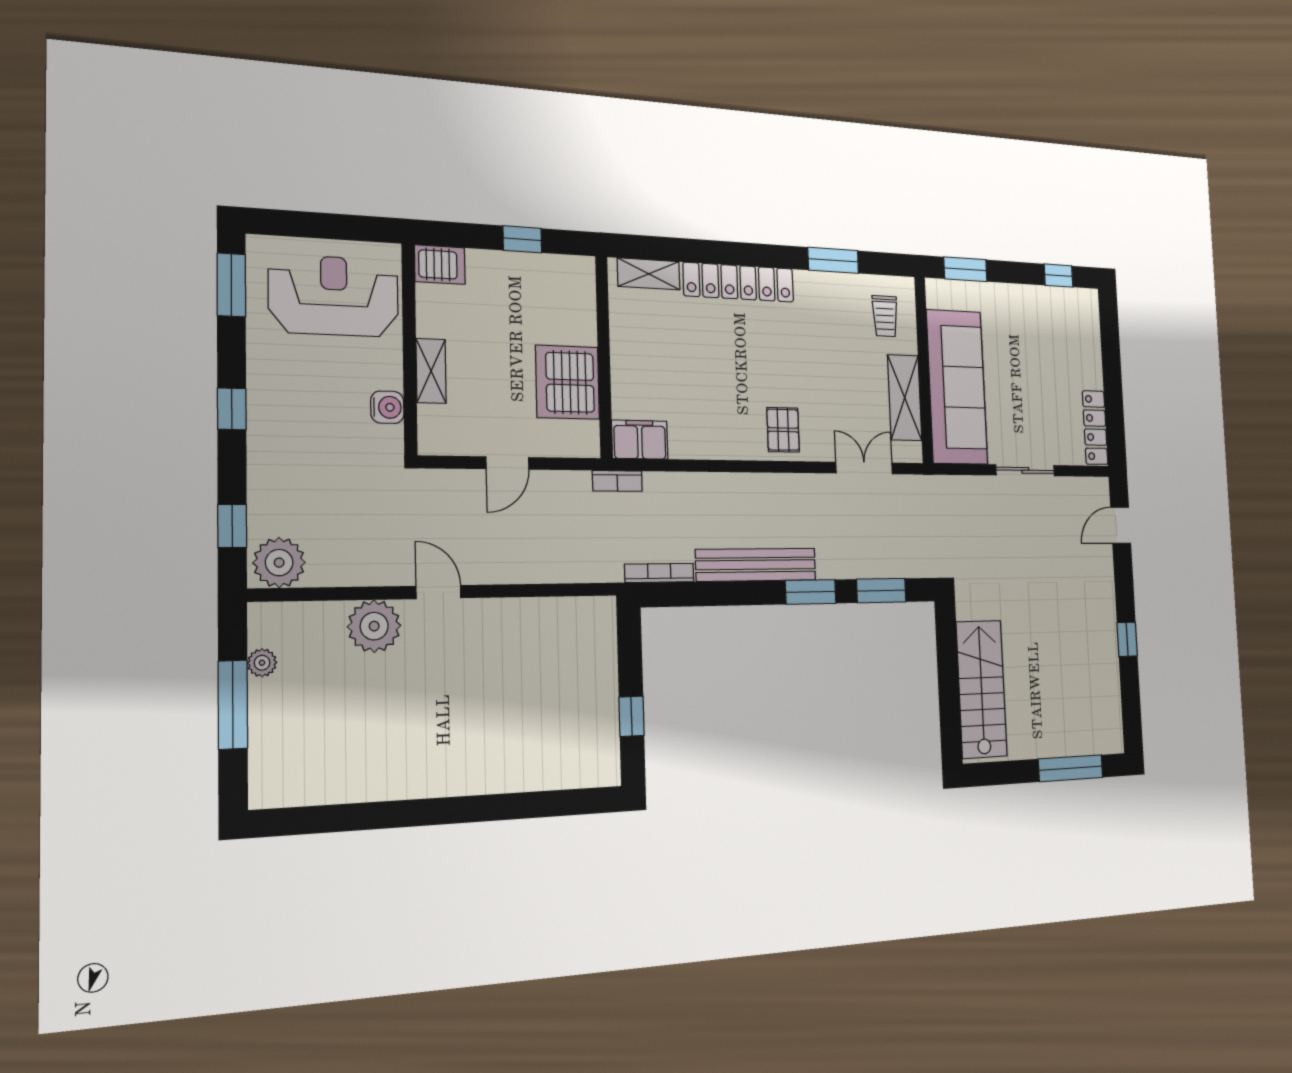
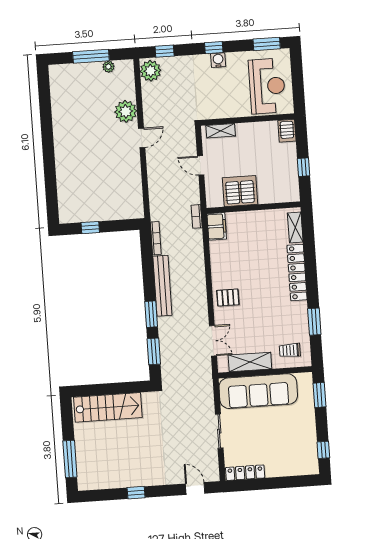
shelving: (431, 371) -> (221, 131), moved
water cooler: (387, 407) -> (218, 60), moved, turned 180

